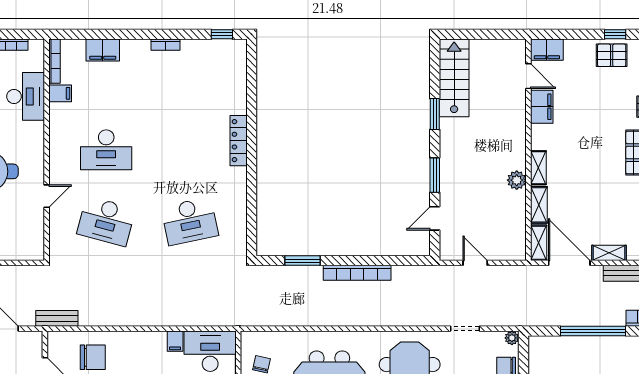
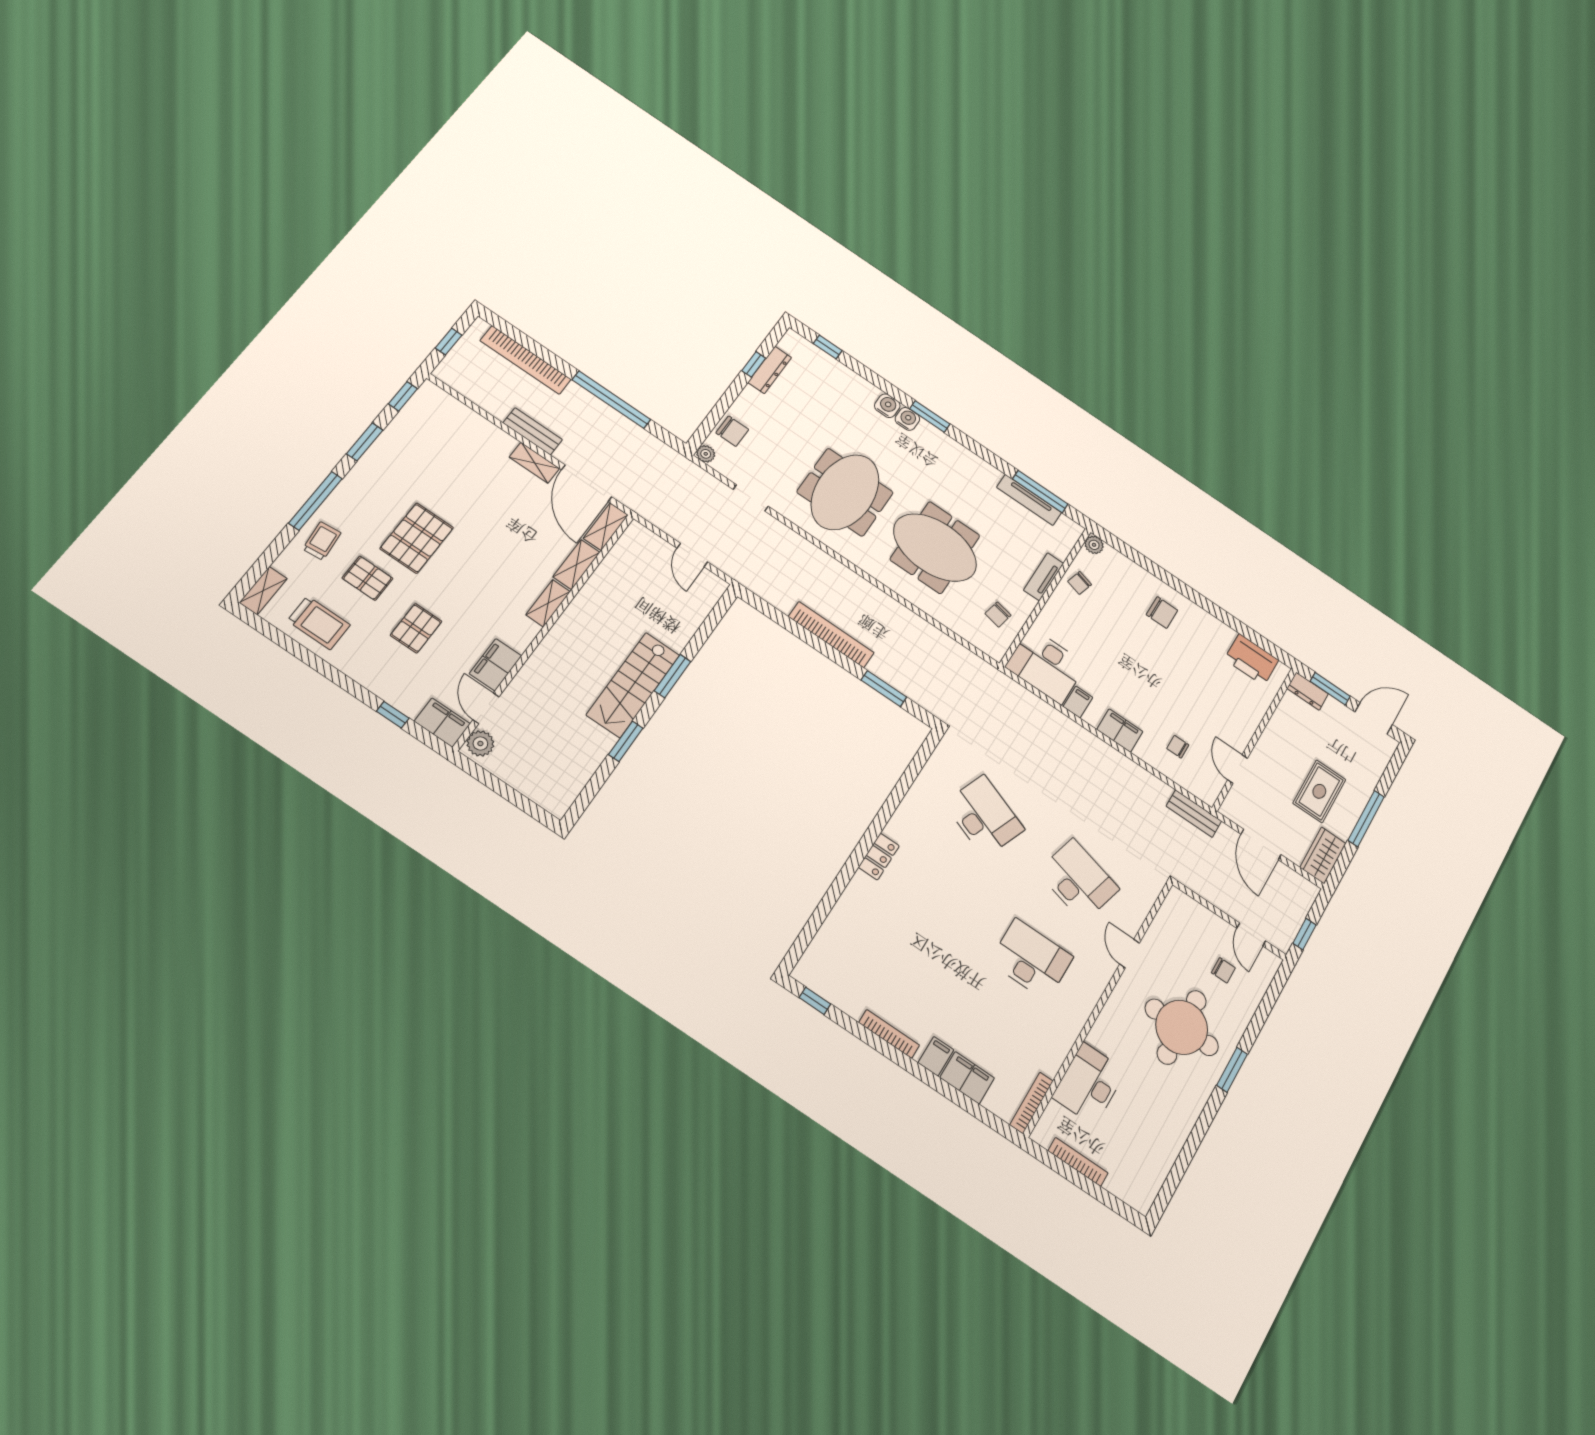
window: (615, 34) -> (393, 715), moved
bookcase: (166, 45) -> (889, 1034), width x1.56
pallet: (612, 55) -> (416, 628), moved, turned 90
stairs: (454, 78) -> (633, 685), moved
filing cabinet: (60, 93) -> (936, 1056), moved, turned 90
locker: (239, 141) -> (879, 857), width x0.66
plant: (517, 180) -> (480, 743), moved
door: (47, 196) -> (1130, 954), hinge flipped
door: (435, 218) -> (705, 631), removed
desk: (190, 221) -> (984, 816), turned 33
filing cabinet: (137, 341) -> (1120, 731), added
chair: (93, 357) -> (1178, 747), width x0.54, depth x0.54

